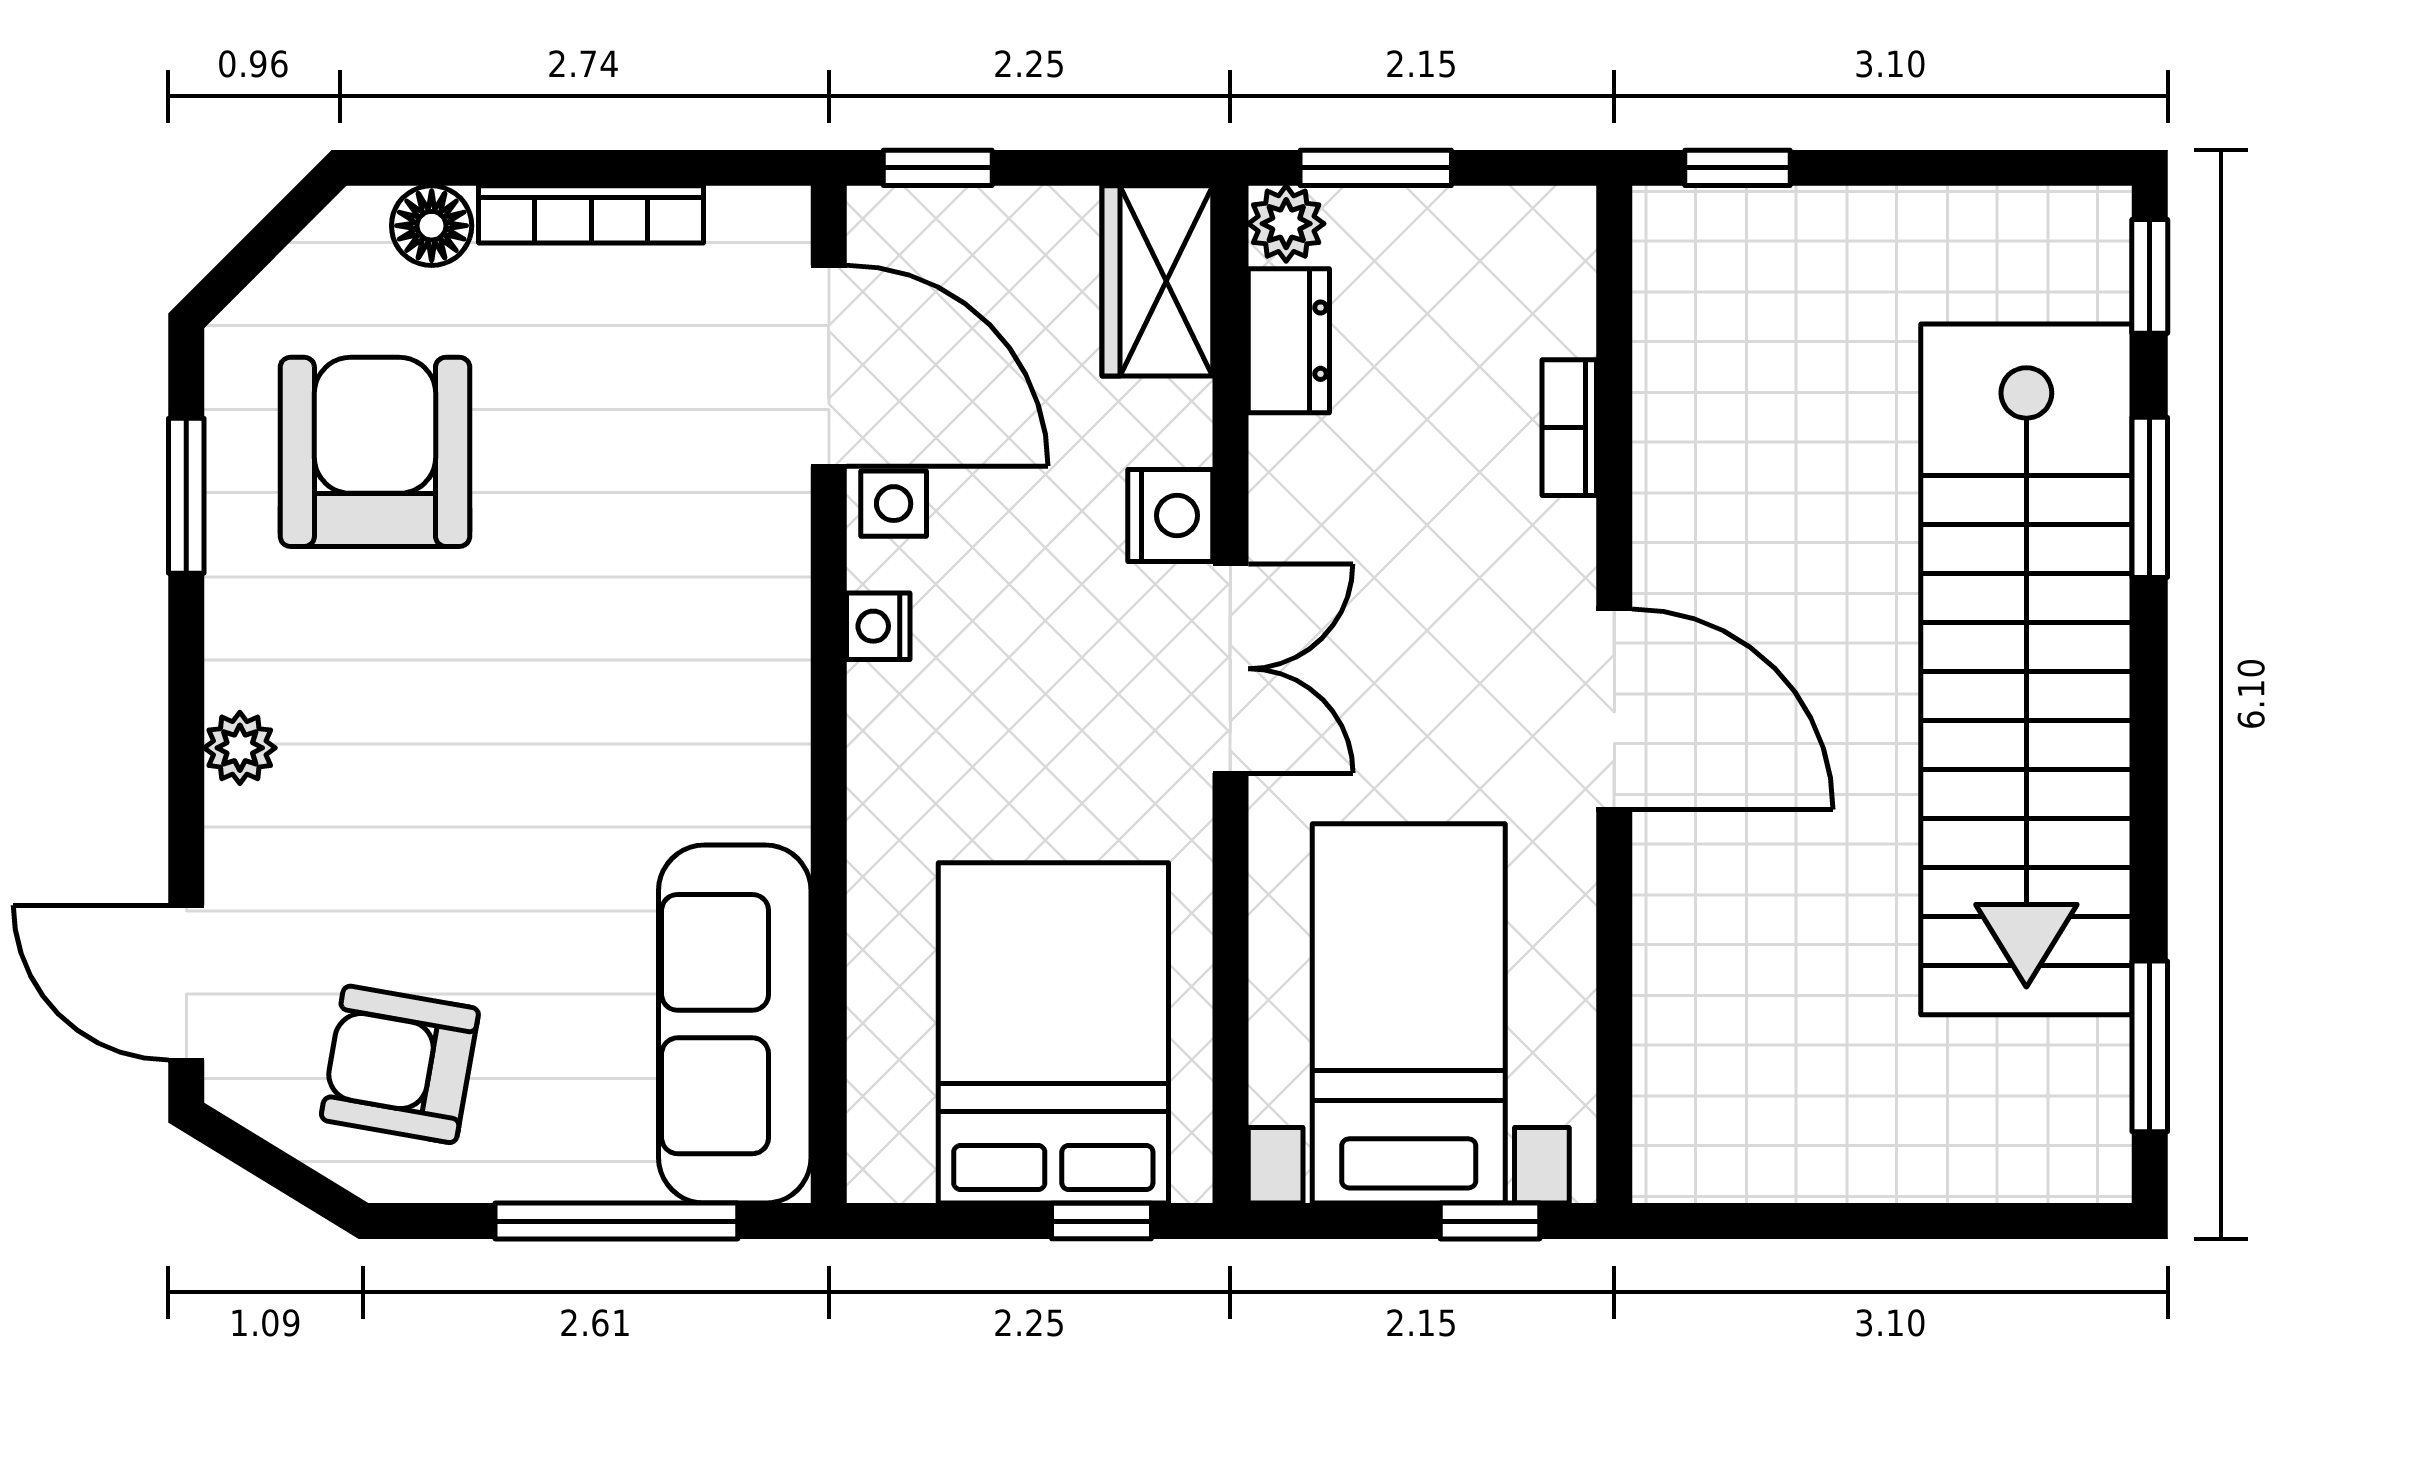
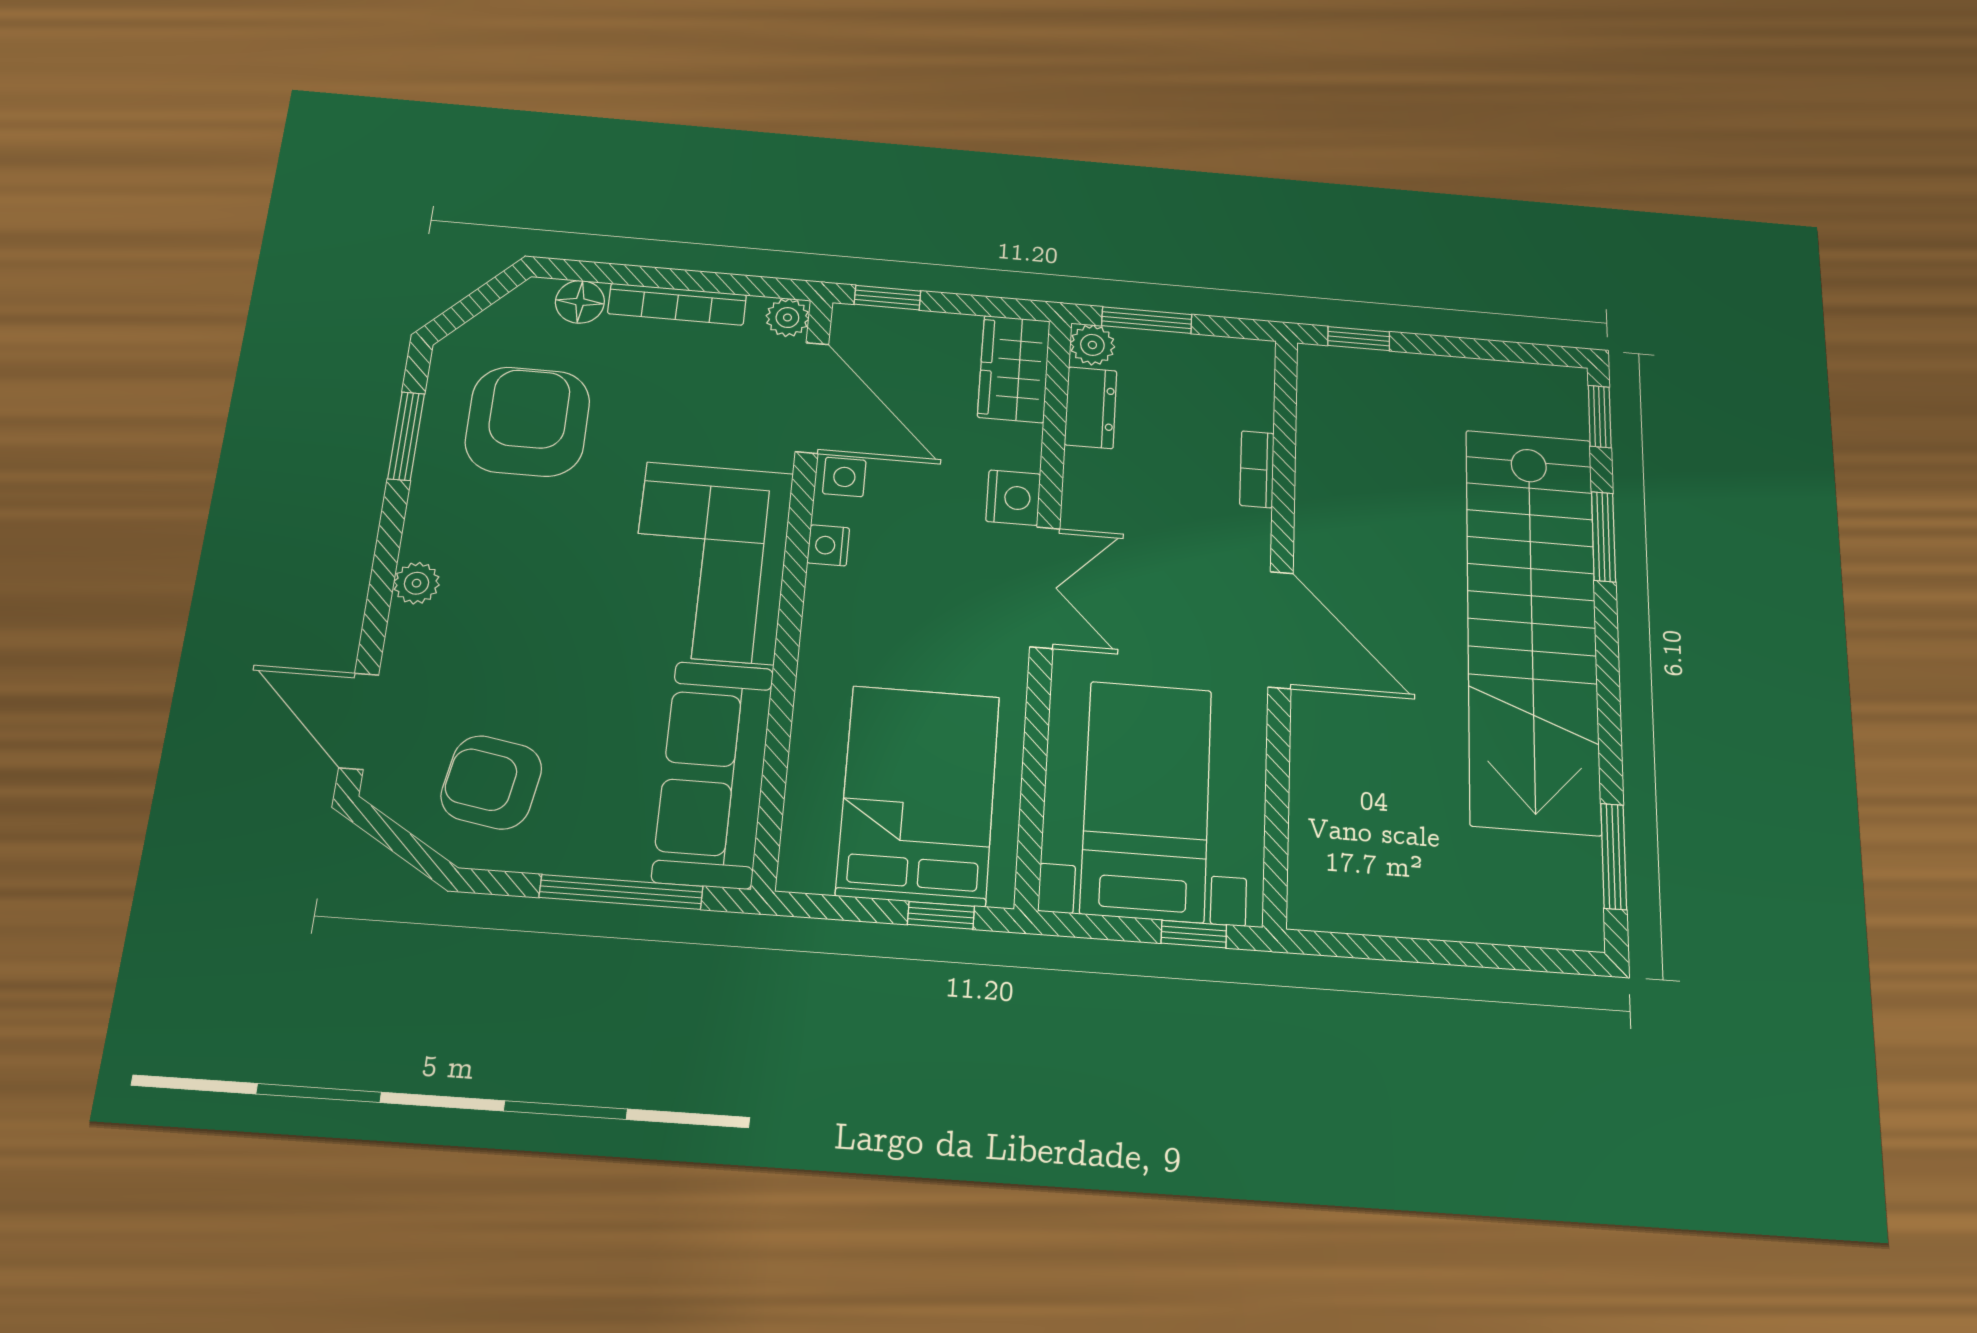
plant: (775, 222) -> (787, 318), added
corner sofa: (693, 672) -> (710, 562), added

